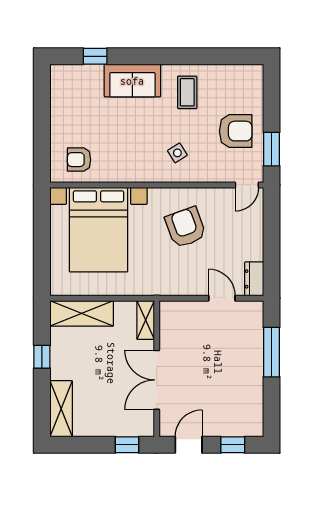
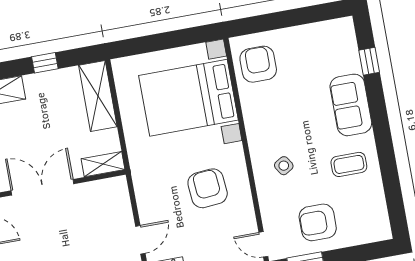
armchair: (236, 131) -> (318, 222), turned 90
armchair: (79, 160) -> (258, 64), width x1.38, depth x1.38
armchair: (186, 227) -> (208, 188), turned -75

